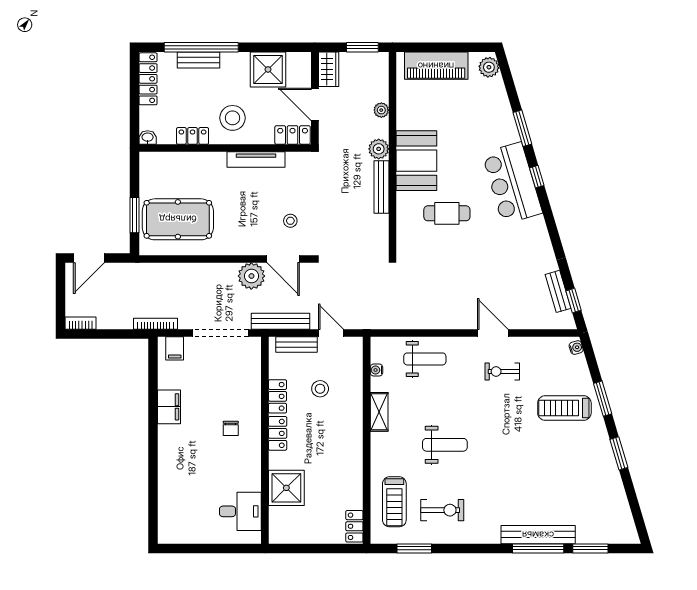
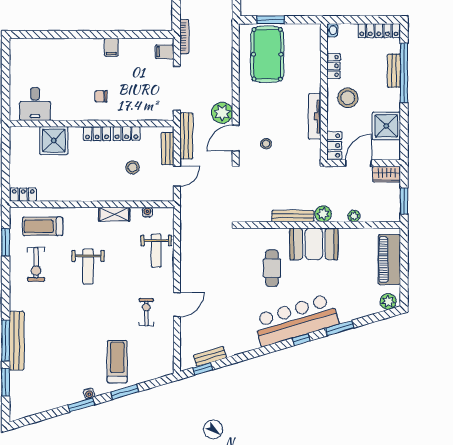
bar counter: (512, 183) -> (296, 320), width x1.36
water cooler: (576, 348) -> (89, 393), moved
filing cabinet: (169, 407) -> (111, 47), width x0.50

